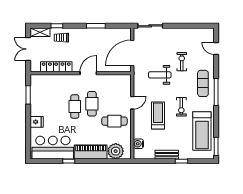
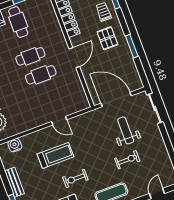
pallet: (83, 42) -> (107, 38), added
door: (88, 73) -> (74, 58), hinge flipped
weight bench: (160, 75) -> (126, 130), moved
cafe table: (114, 121) -> (18, 22), moved

